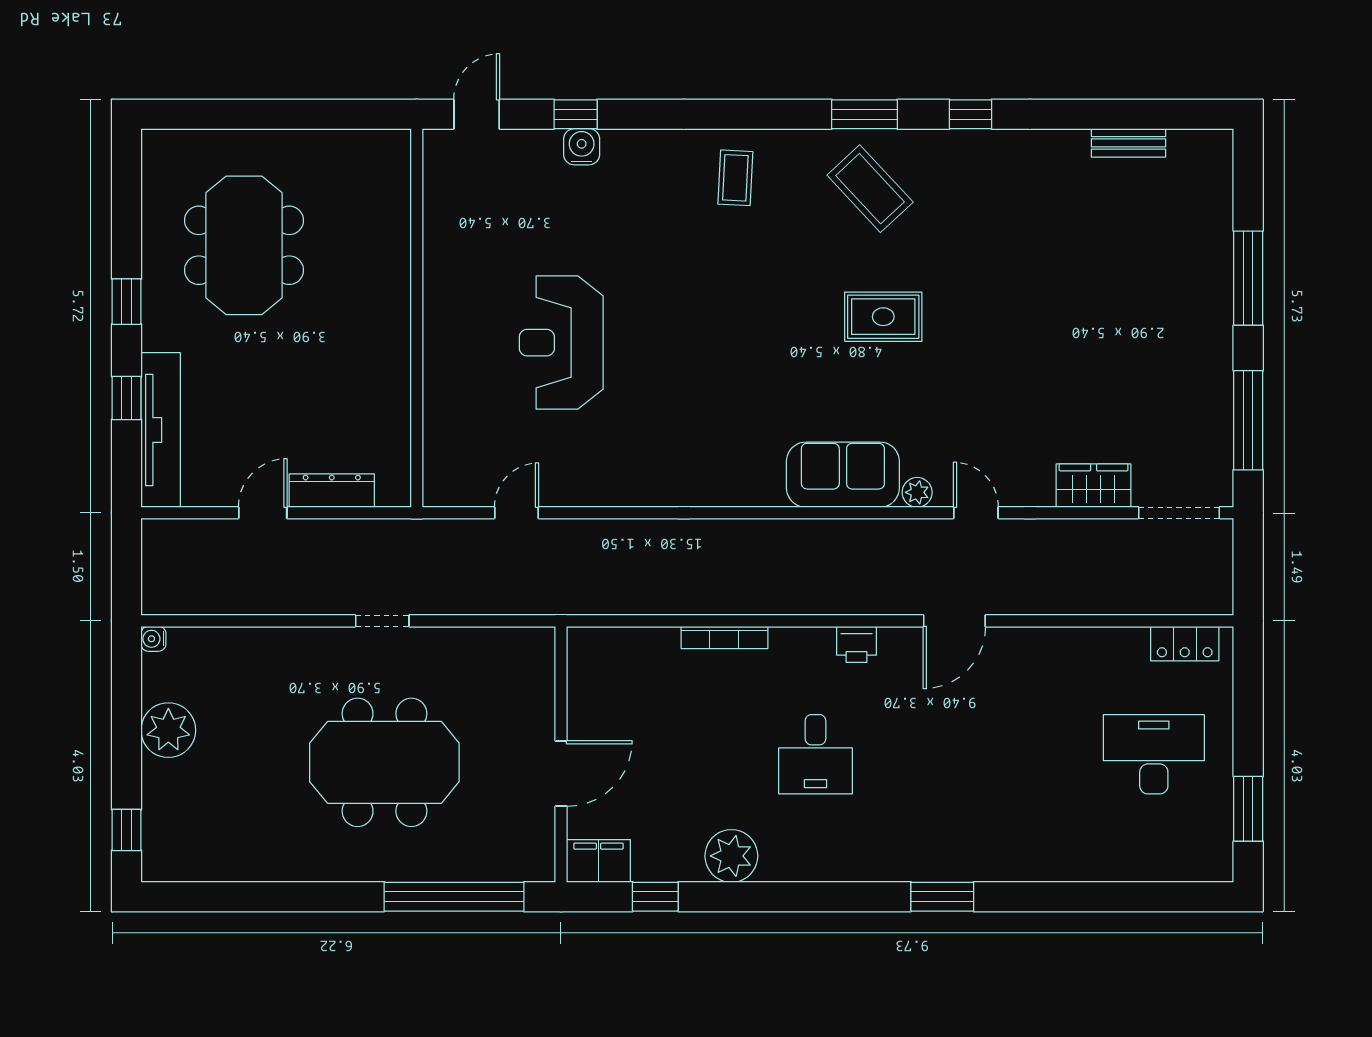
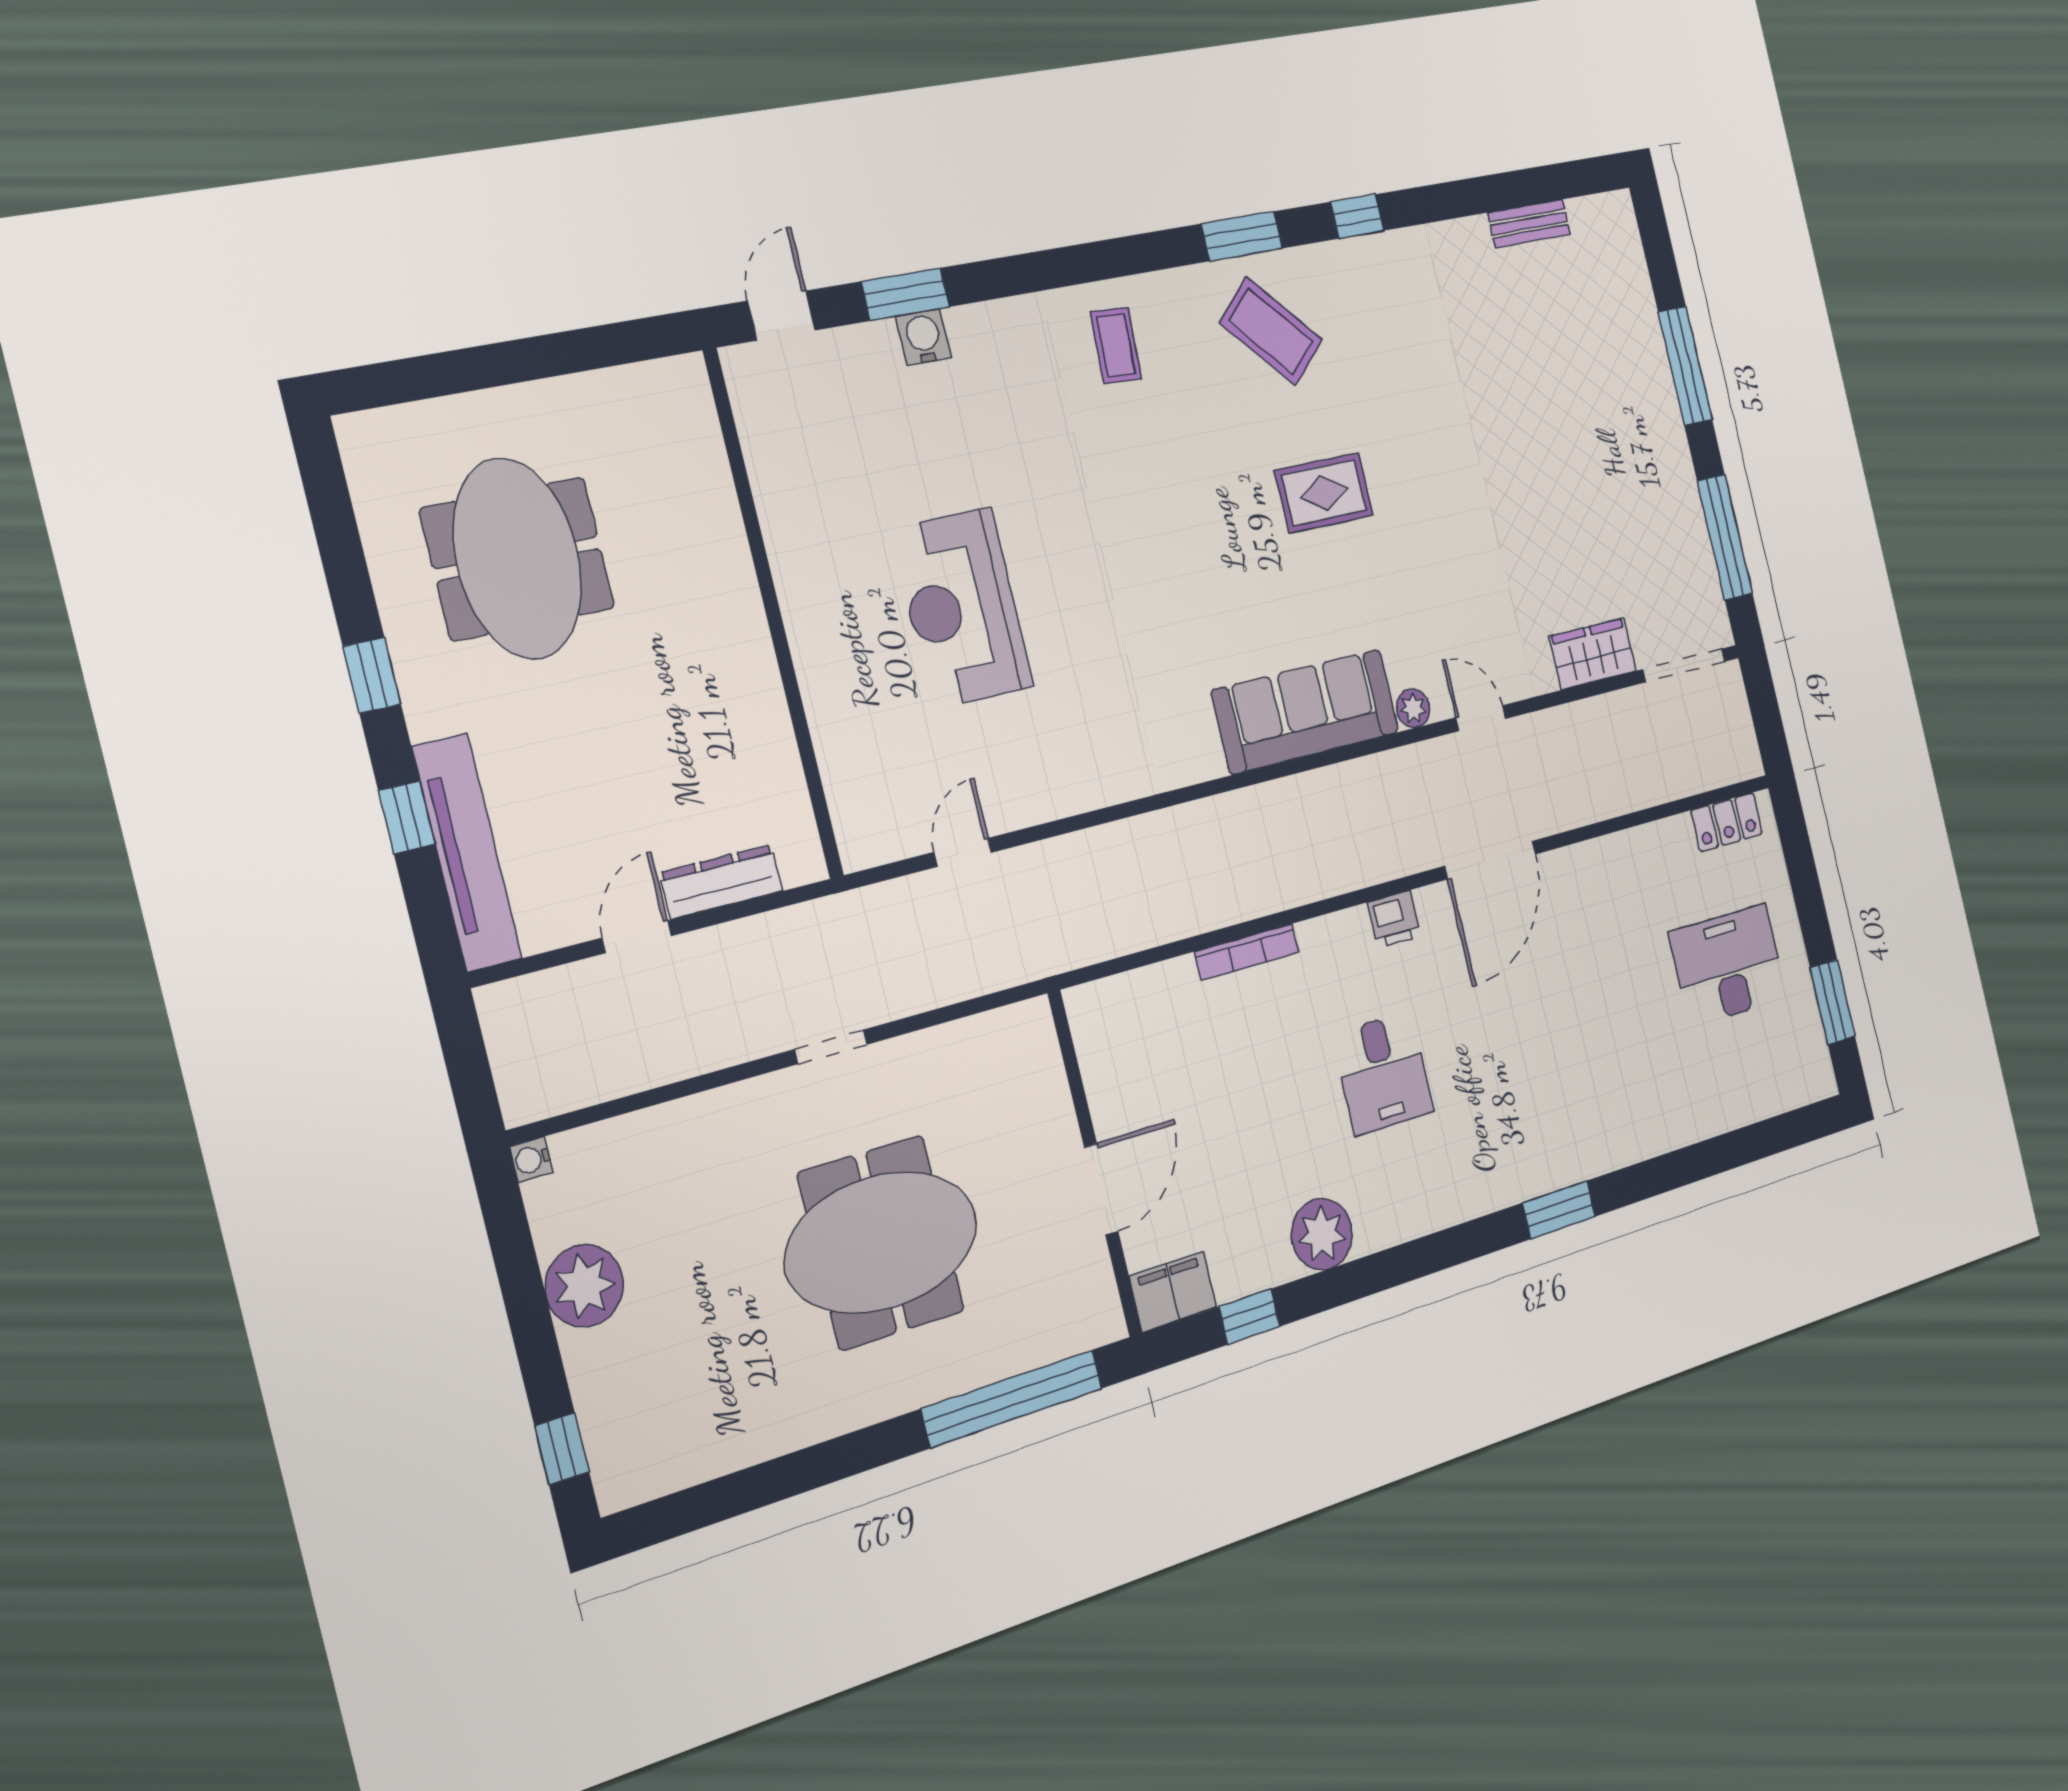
window: (576, 114) -> (905, 294), width x1.50
sofa: (843, 475) -> (1306, 711), width x1.36
door: (954, 621) -> (1490, 860), width x1.36

